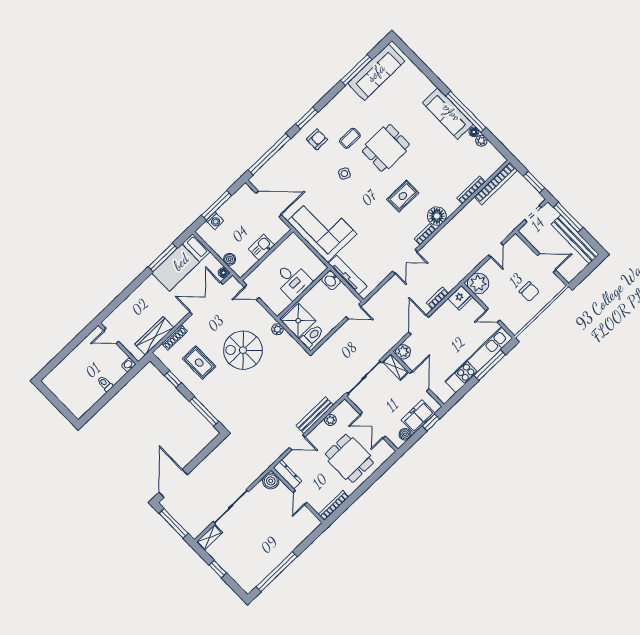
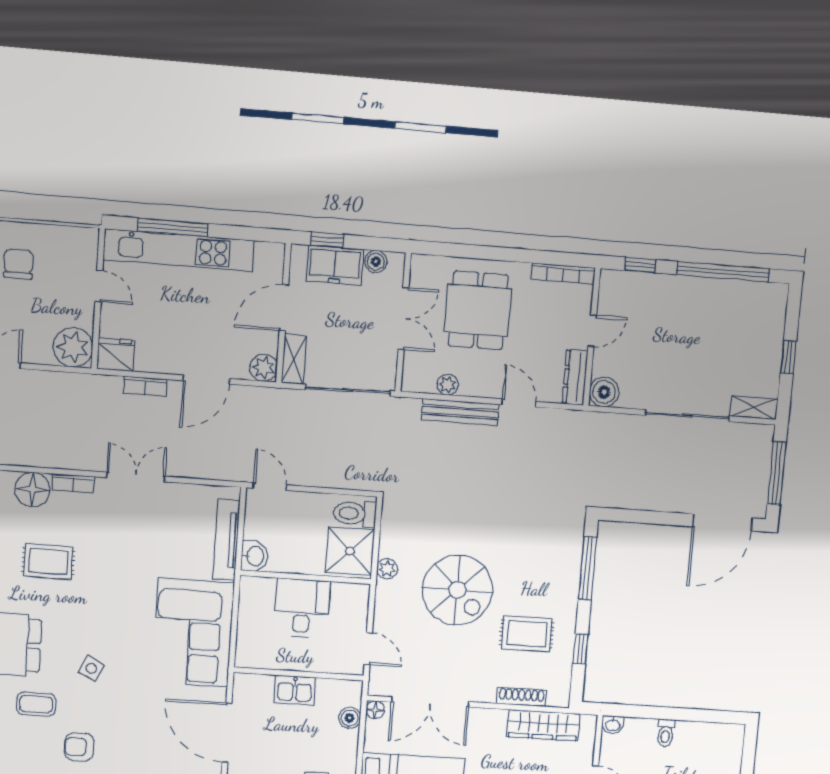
rug: (199, 363) -> (527, 634), turned 90
window: (309, 540) -> (640, 265), added

